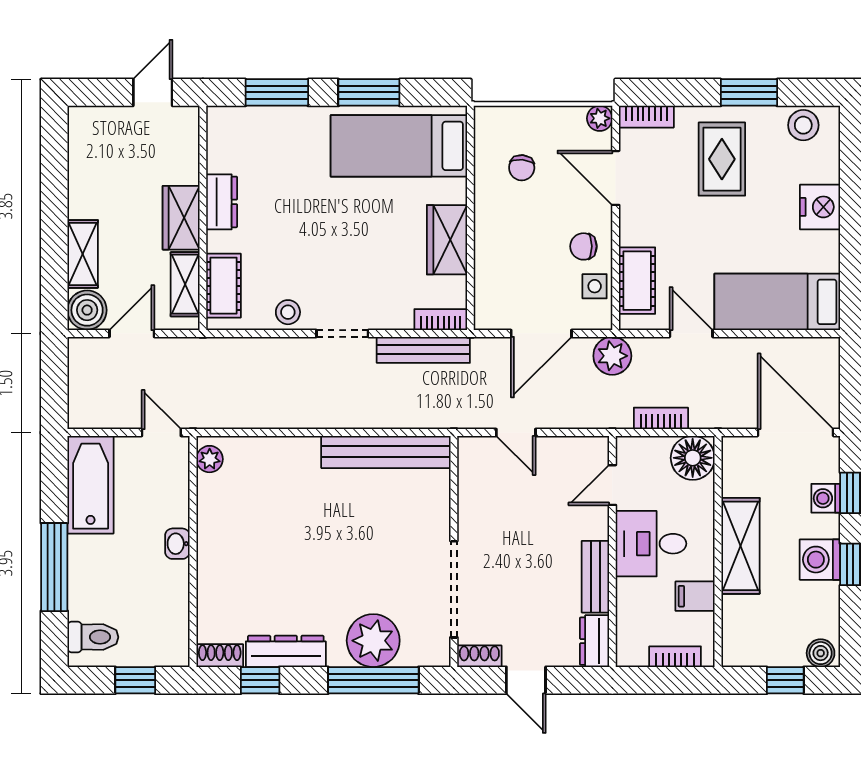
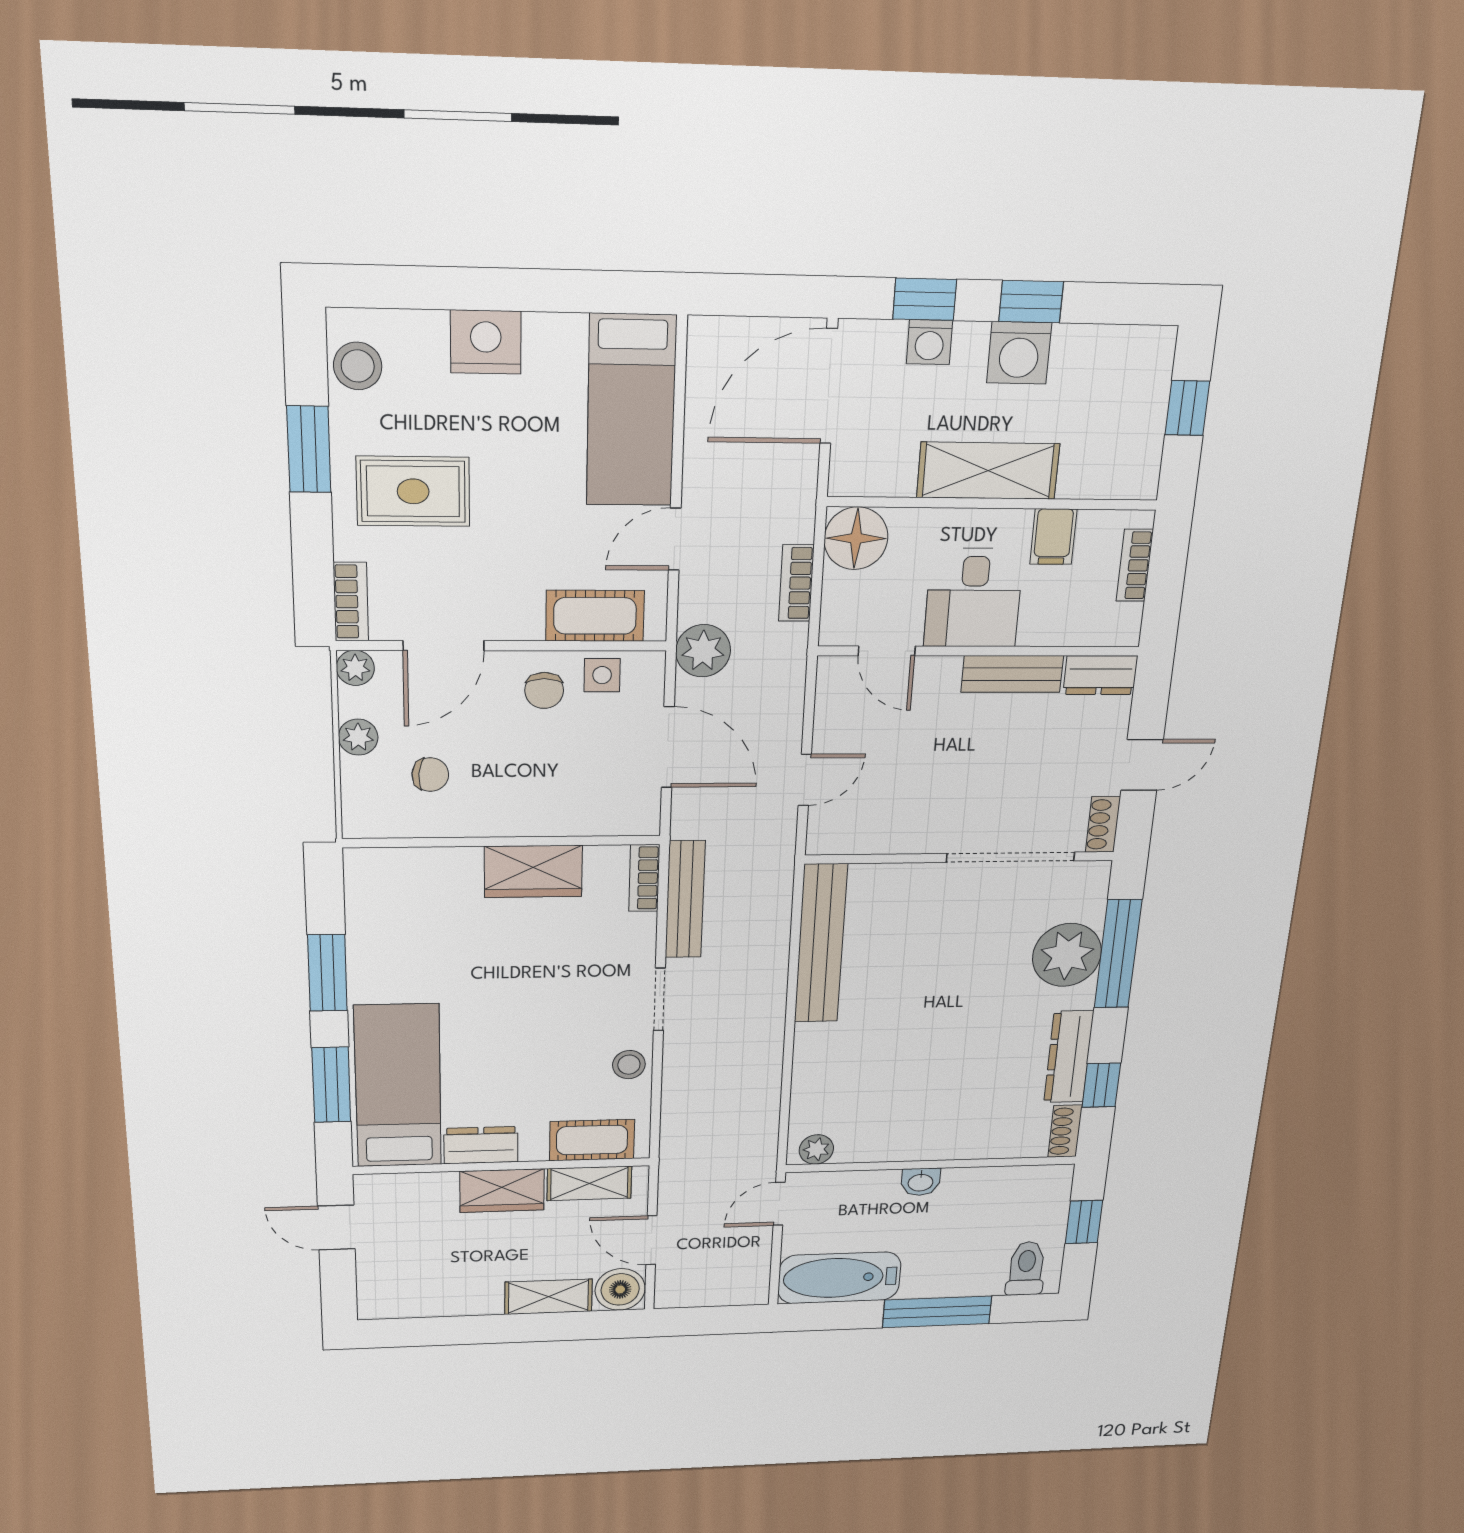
plant: (550, 119) -> (358, 737), added
bed: (399, 146) -> (398, 1086), moved, turned 180
boiler: (821, 653) -> (1155, 355), removed

